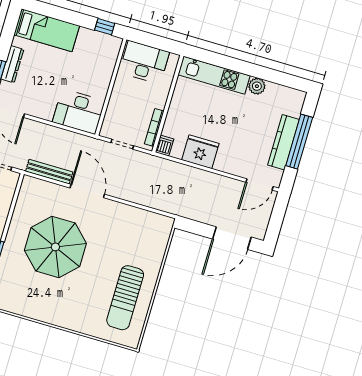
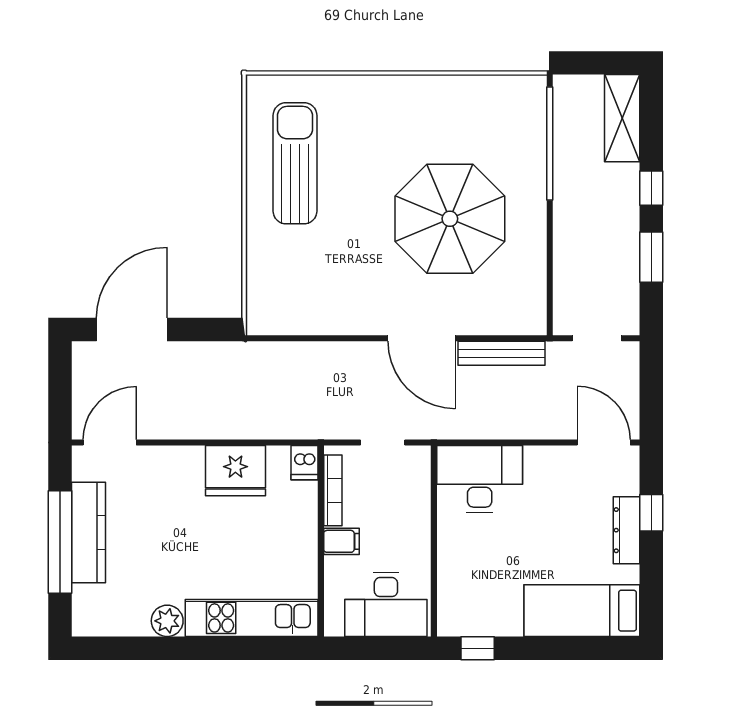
filing cabinet: (157, 101) -> (341, 541), added

